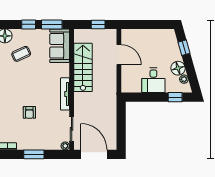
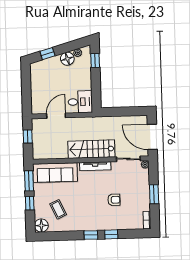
sofa: (60, 46) -> (55, 173), width x1.36
stairs: (83, 67) -> (91, 149), moved
desk: (153, 80) -> (80, 102), moved
door: (94, 154) -> (152, 137), hinge flipped

